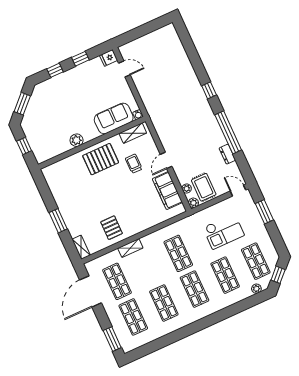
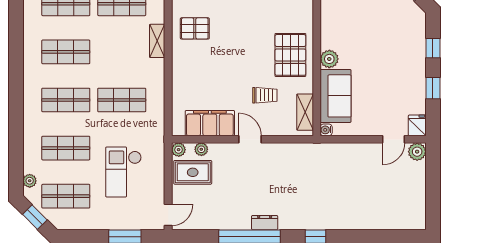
plant: (125, 50) -> (417, 152), added
plant: (77, 140) -> (329, 59), moved
dresser: (227, 154) -> (265, 223), moved

